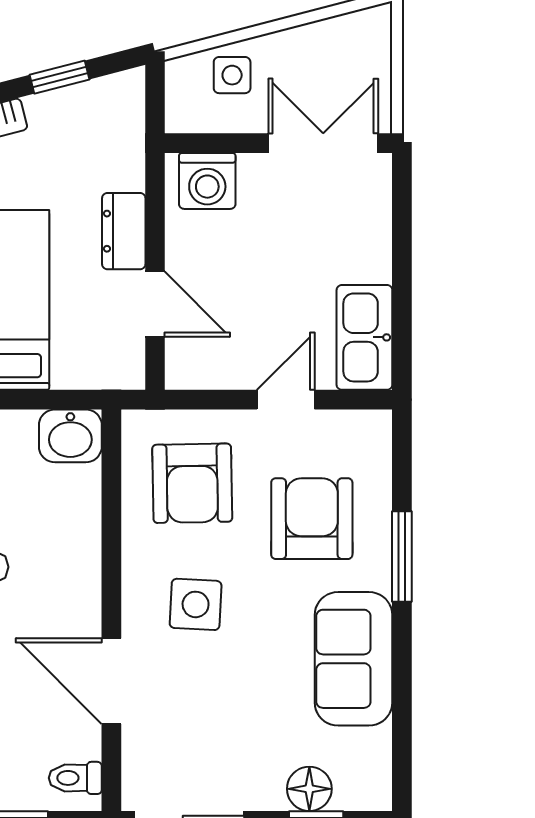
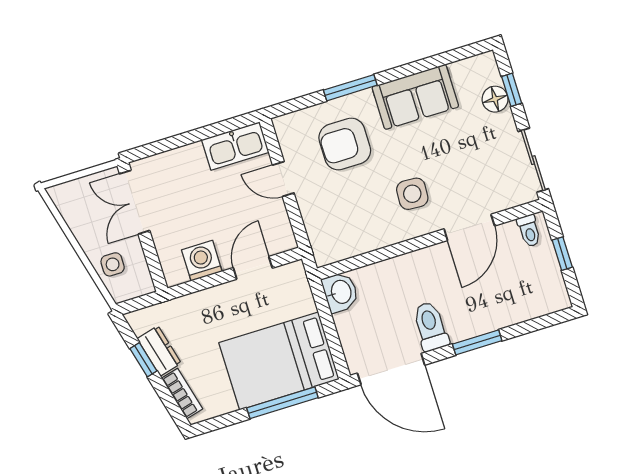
washing machine: (207, 181) -> (202, 261), moved, turned -90
dresser: (124, 231) -> (159, 351), moved, turned -105
armchair: (192, 483) -> (346, 216), removed

